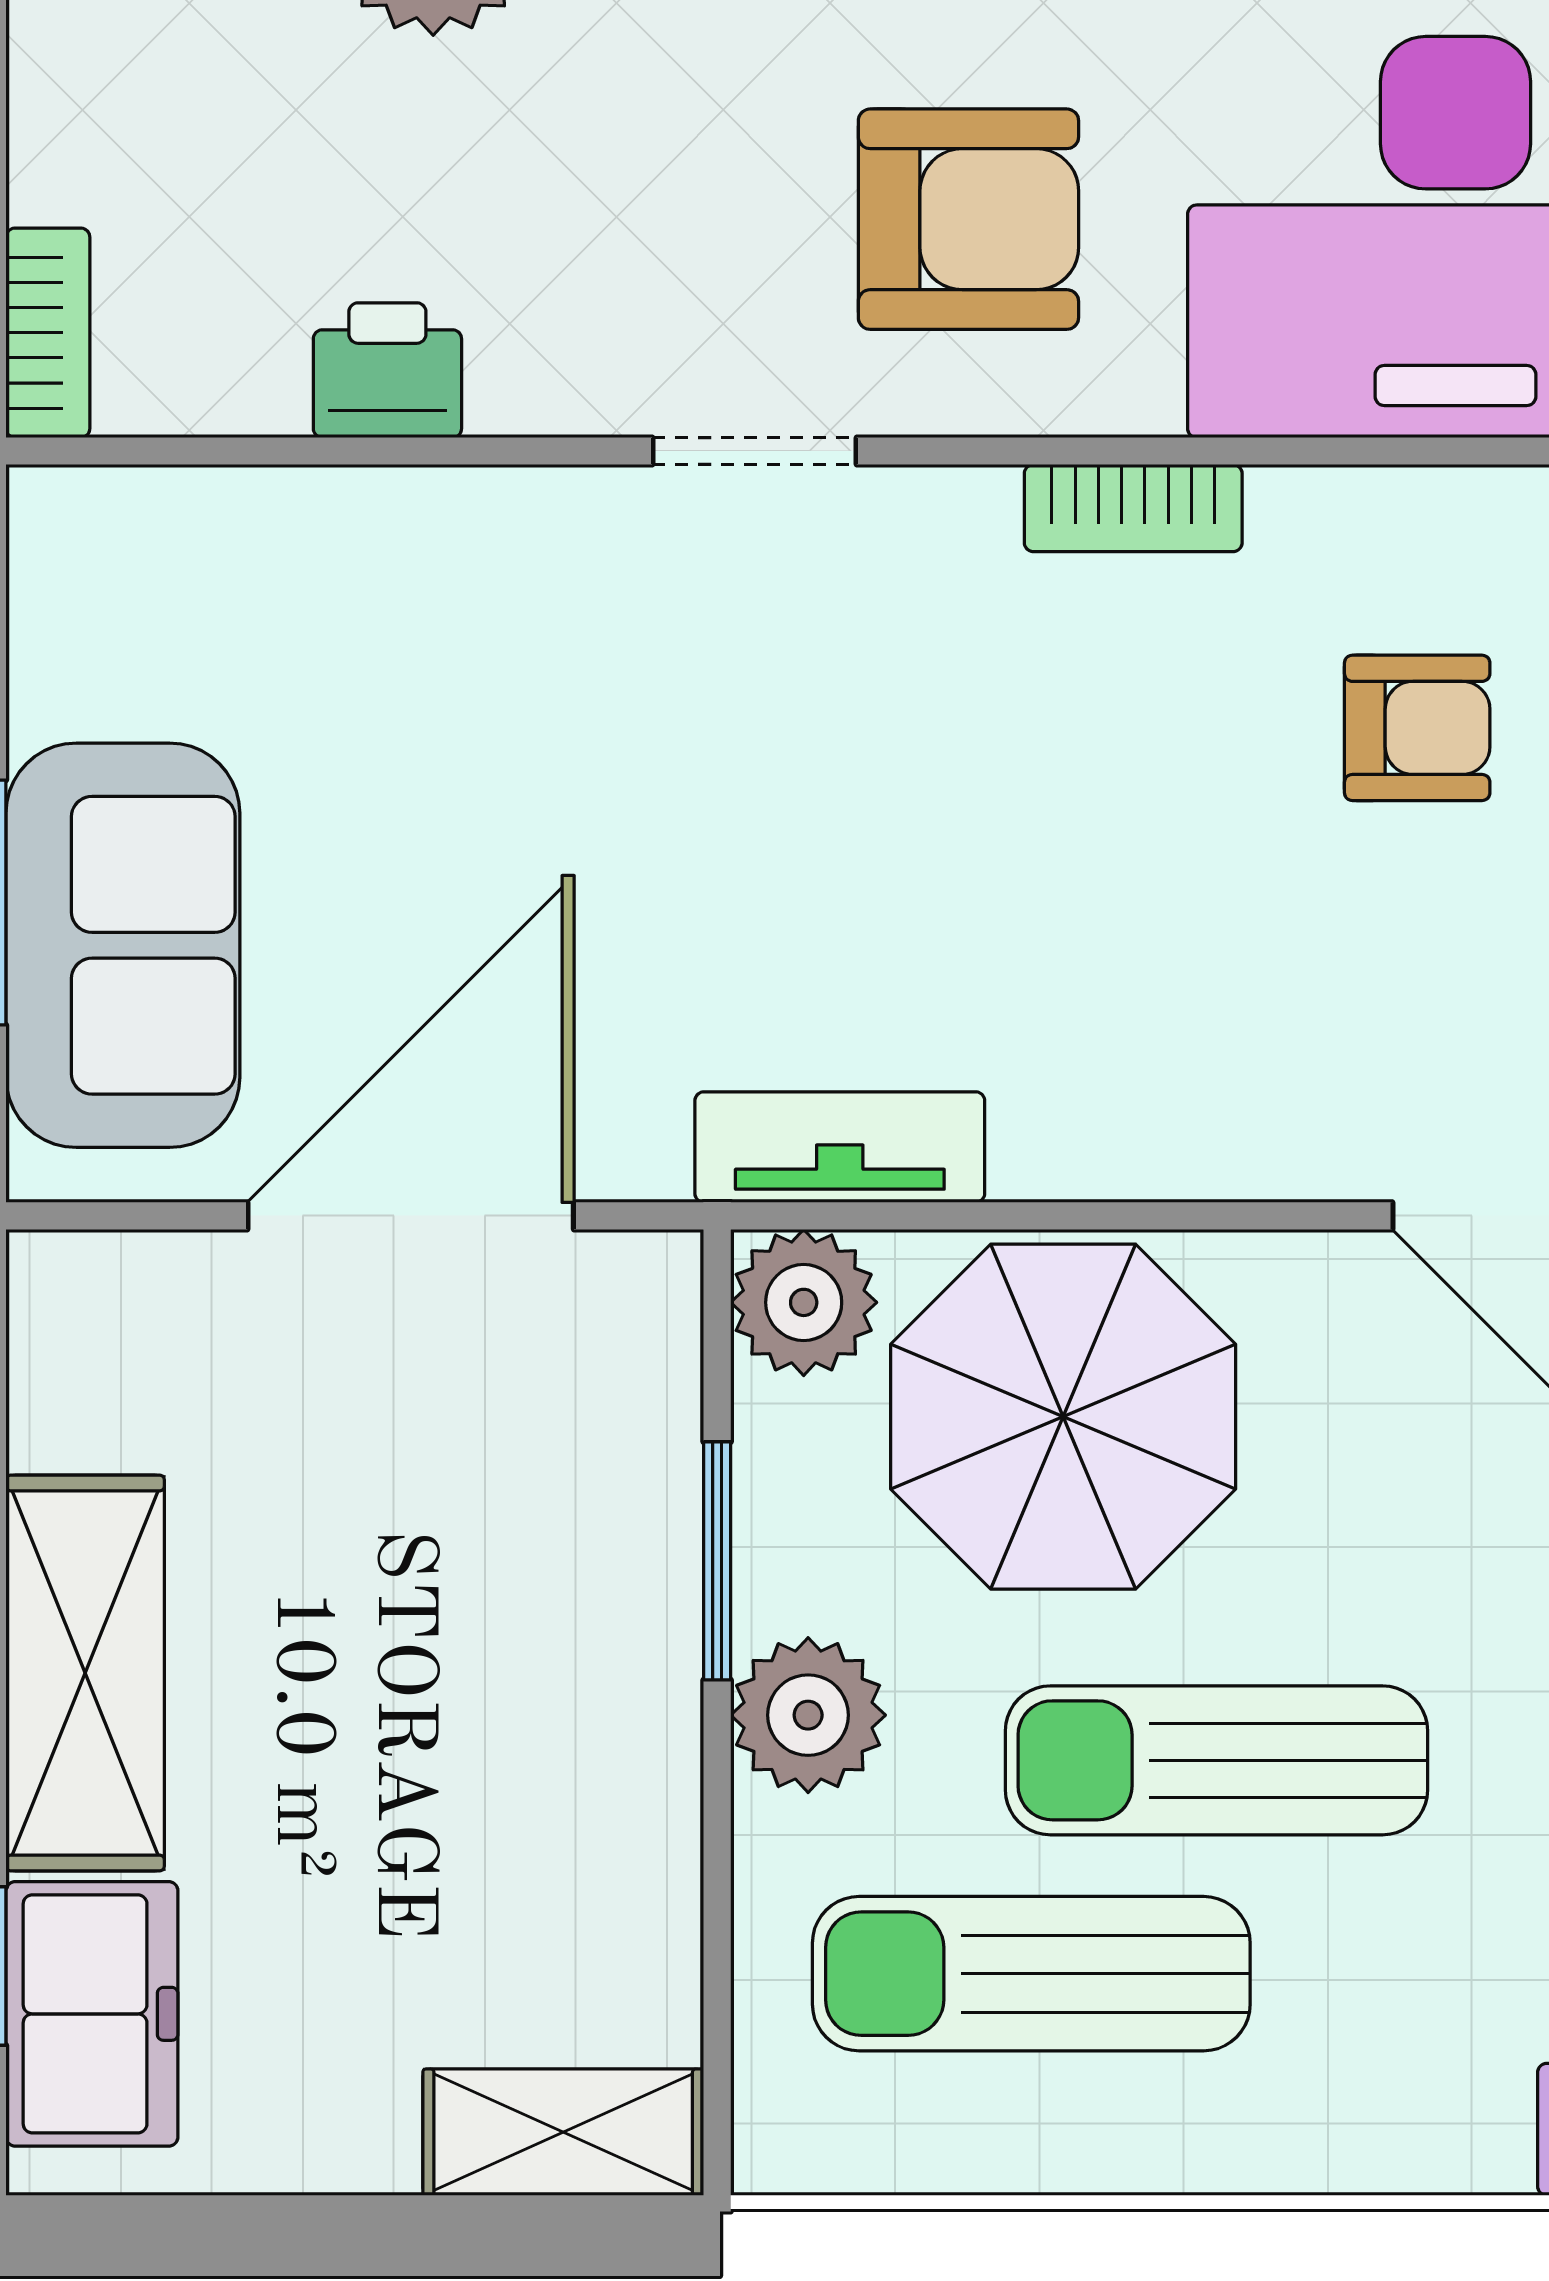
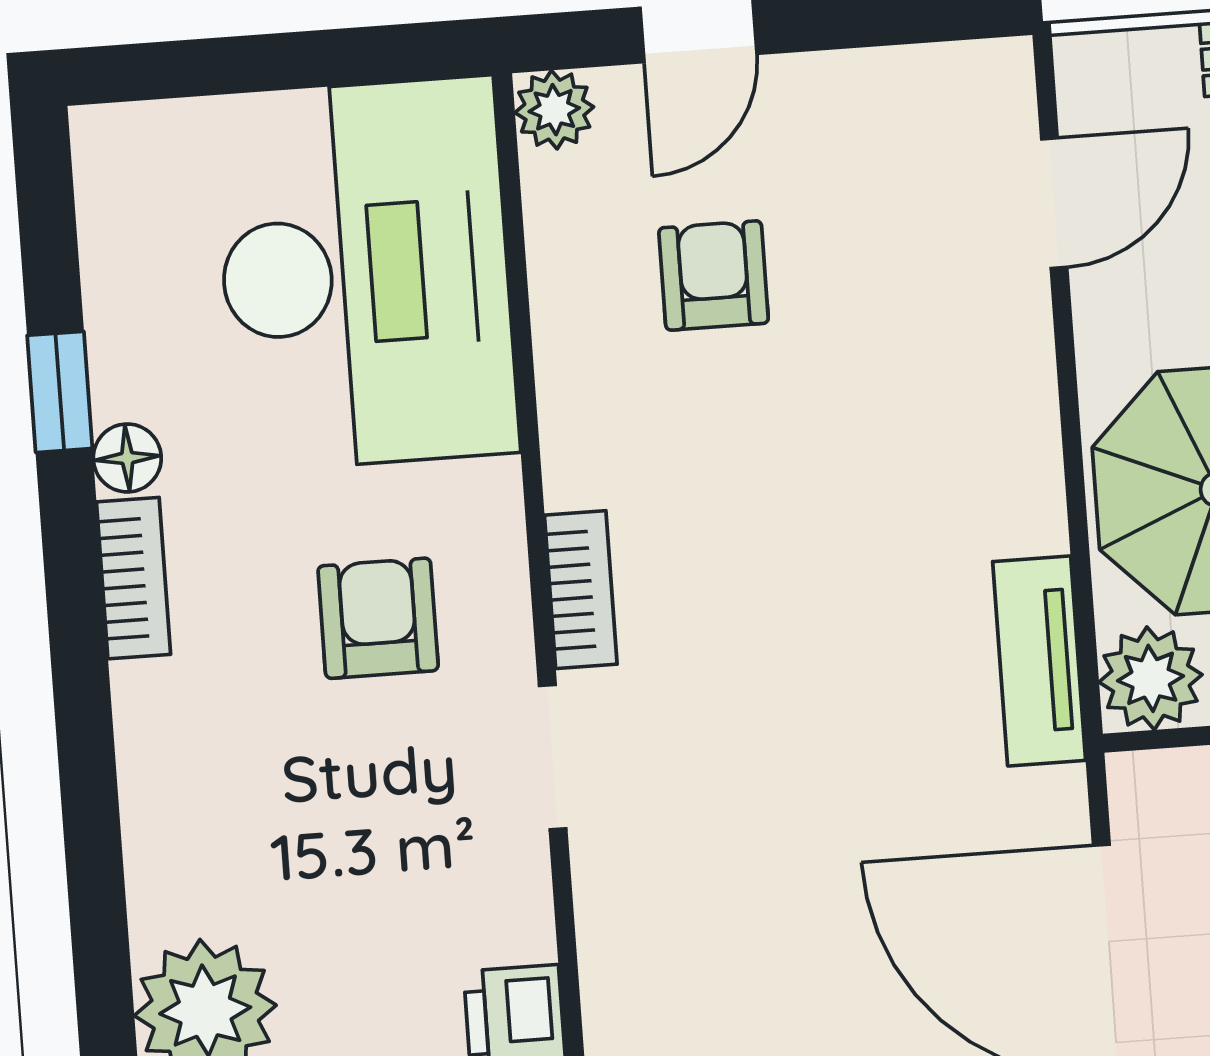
armchair: (968, 219) -> (378, 618), width x0.72, depth x0.72
bookcase: (1133, 508) -> (581, 590), moved

